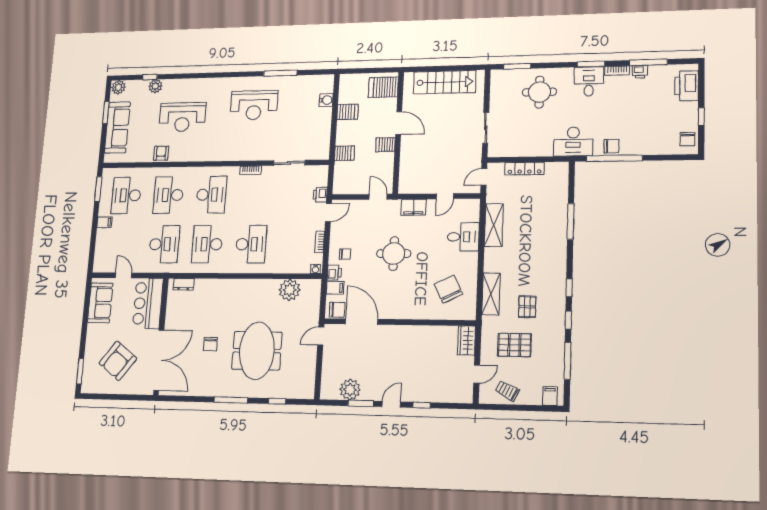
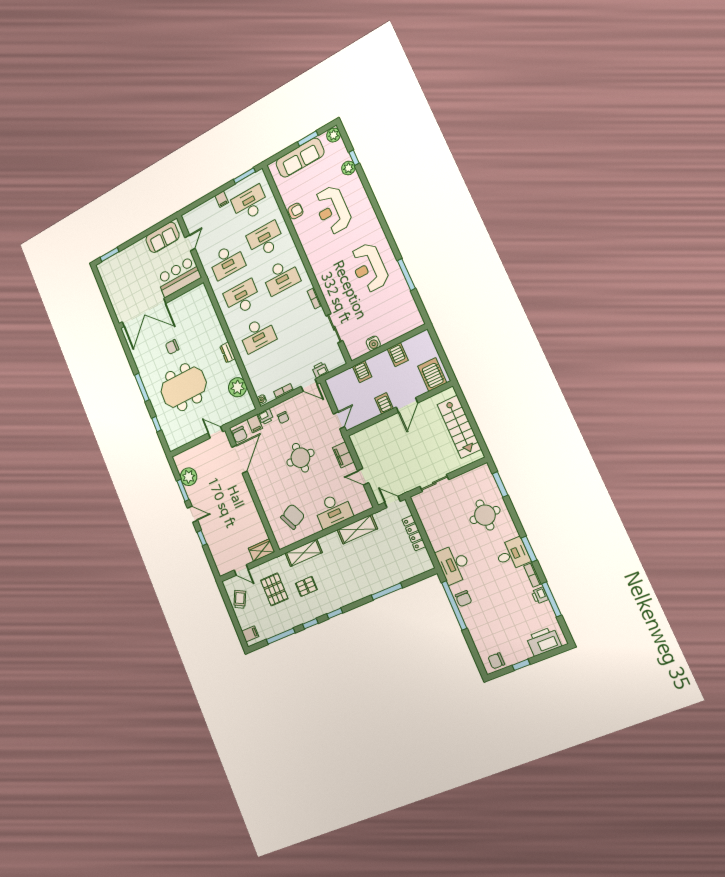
water cooler: (326, 100) -> (373, 343), moved
desk: (463, 237) -> (333, 510), width x1.37
dresser: (184, 284) -> (228, 352), moved
armchair: (118, 361) -> (129, 280), removed

